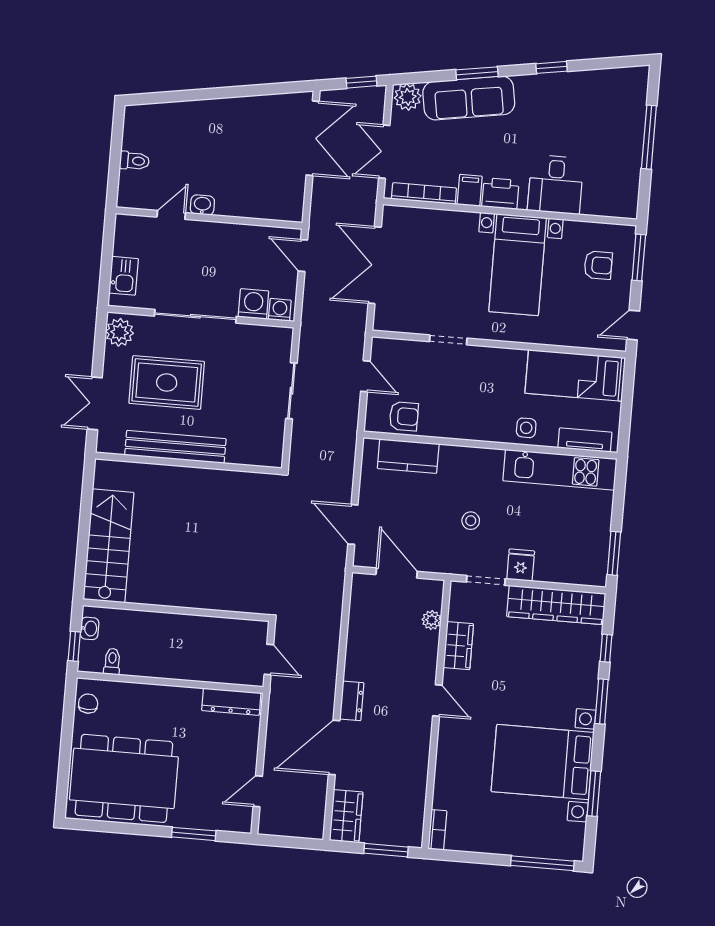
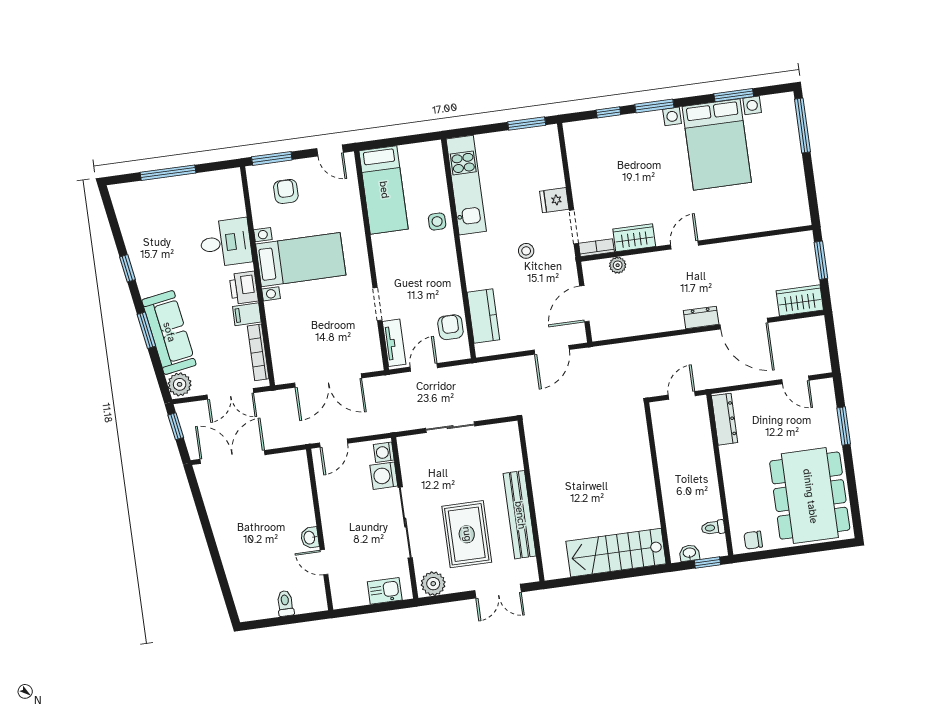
tv unit: (585, 440) -> (394, 343), moved, turned 180
wardrobe: (556, 605) -> (581, 163), removed
bookcase: (437, 830) -> (596, 248), moved

